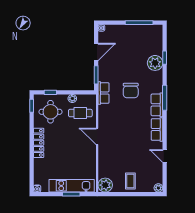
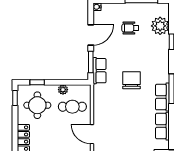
wheelchair: (130, 46) -> (130, 28), added
plant: (155, 63) -> (160, 26), moved
chair: (131, 91) -> (132, 80), turned 180
row of seats: (104, 93) -> (100, 71), moved

